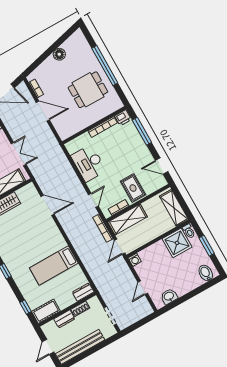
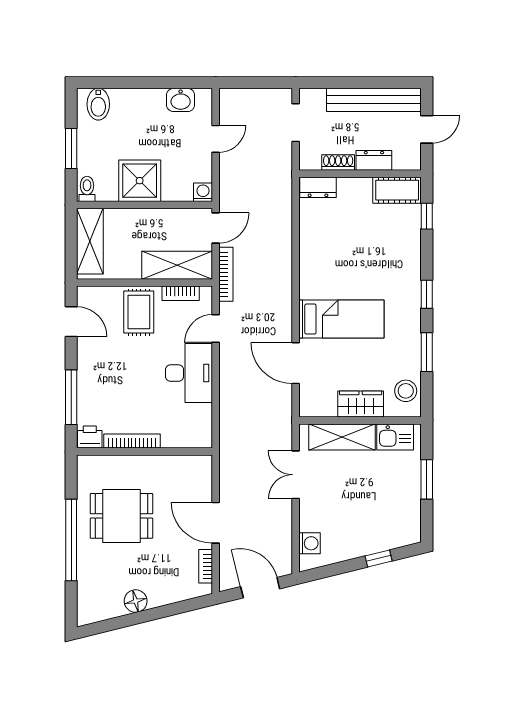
desk: (89, 163) -> (189, 373), moved
shower: (177, 243) -> (140, 181), moved
bed: (54, 265) -> (341, 319), moved

